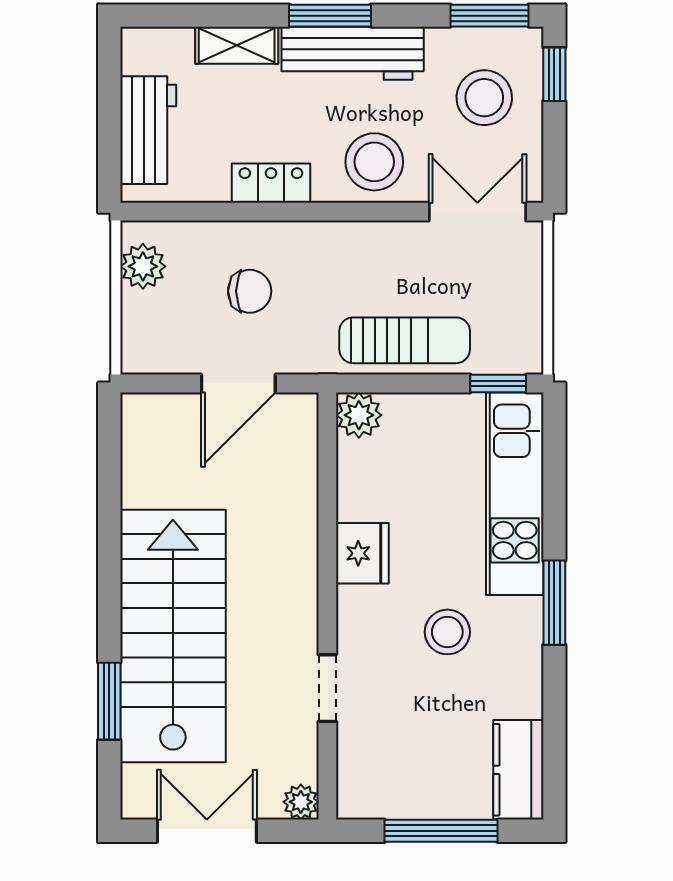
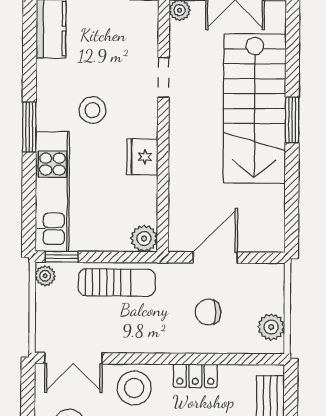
sun lounger: (405, 340) -> (117, 283), turned 180
plant: (526, 351) -> (45, 276), added
window: (109, 701) -> (292, 120), moved

